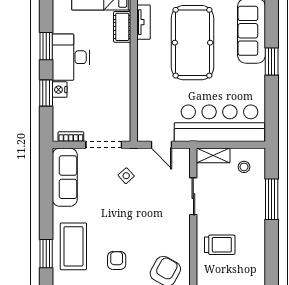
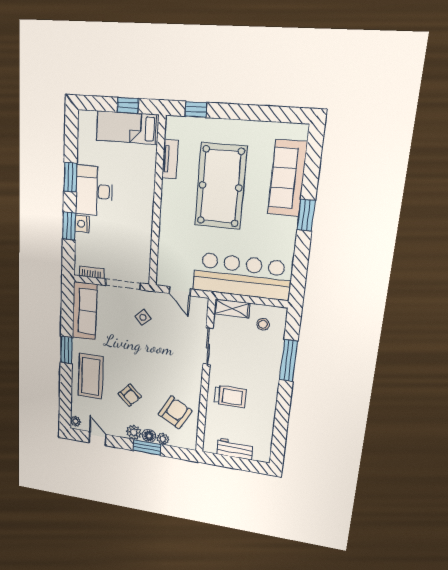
cot: (122, 27) -> (147, 163), removed
window: (46, 254) -> (66, 350), moved
armchair: (117, 260) -> (130, 395), turned 134

